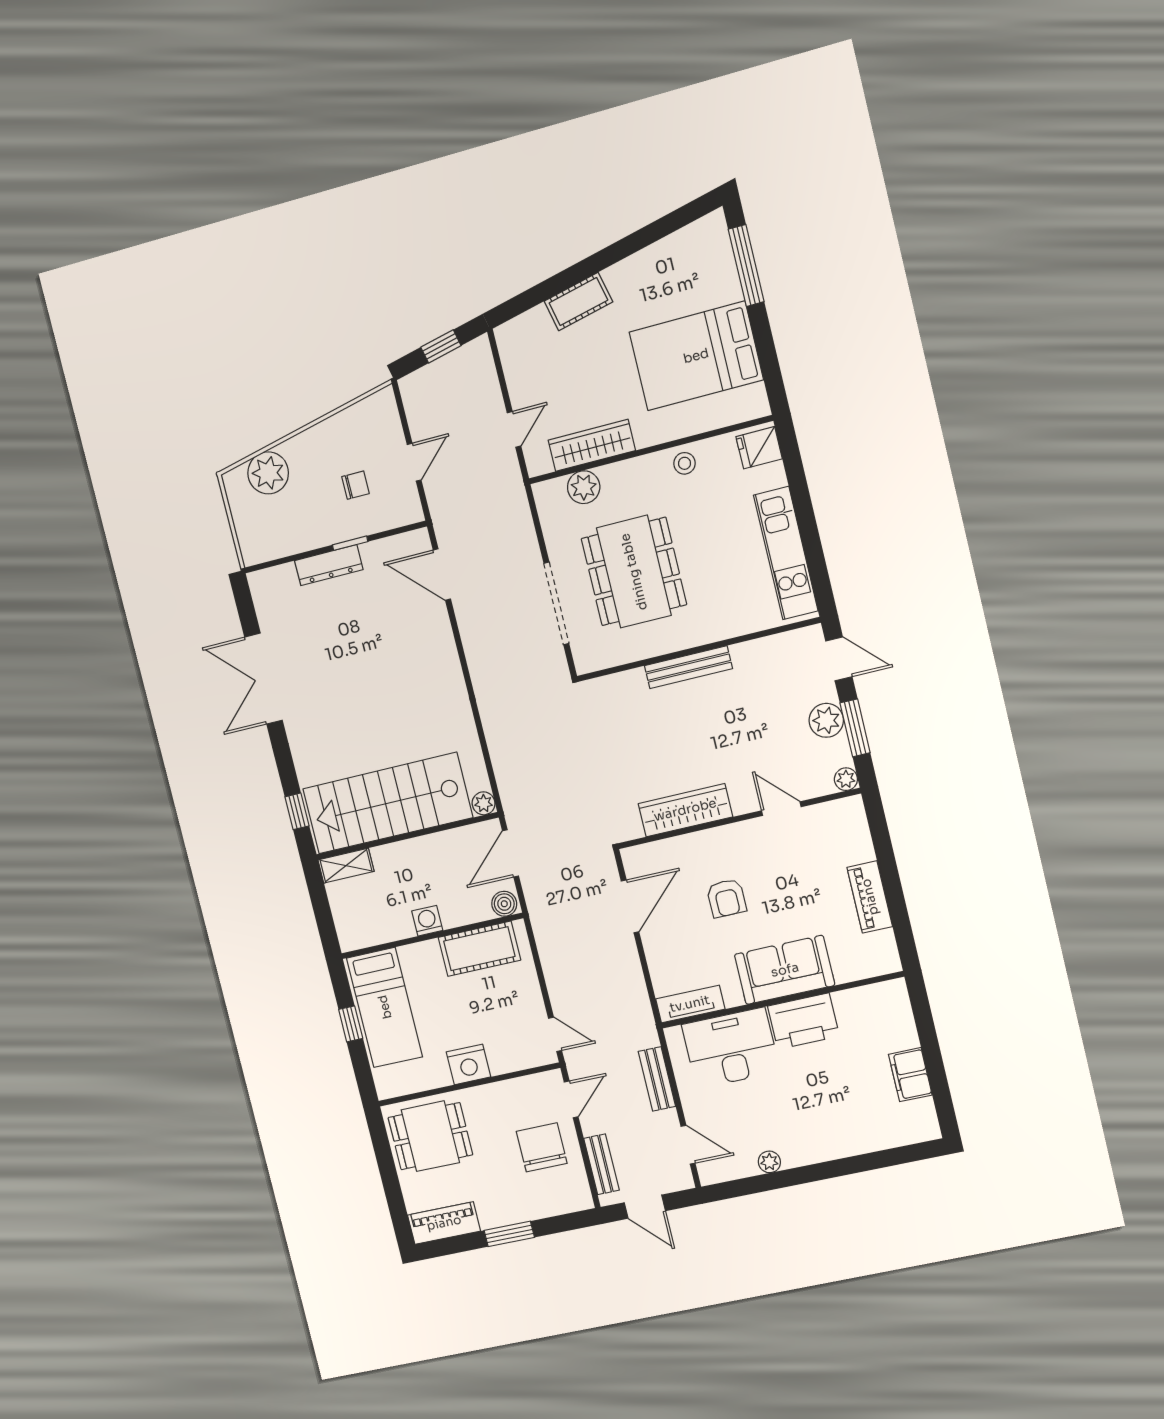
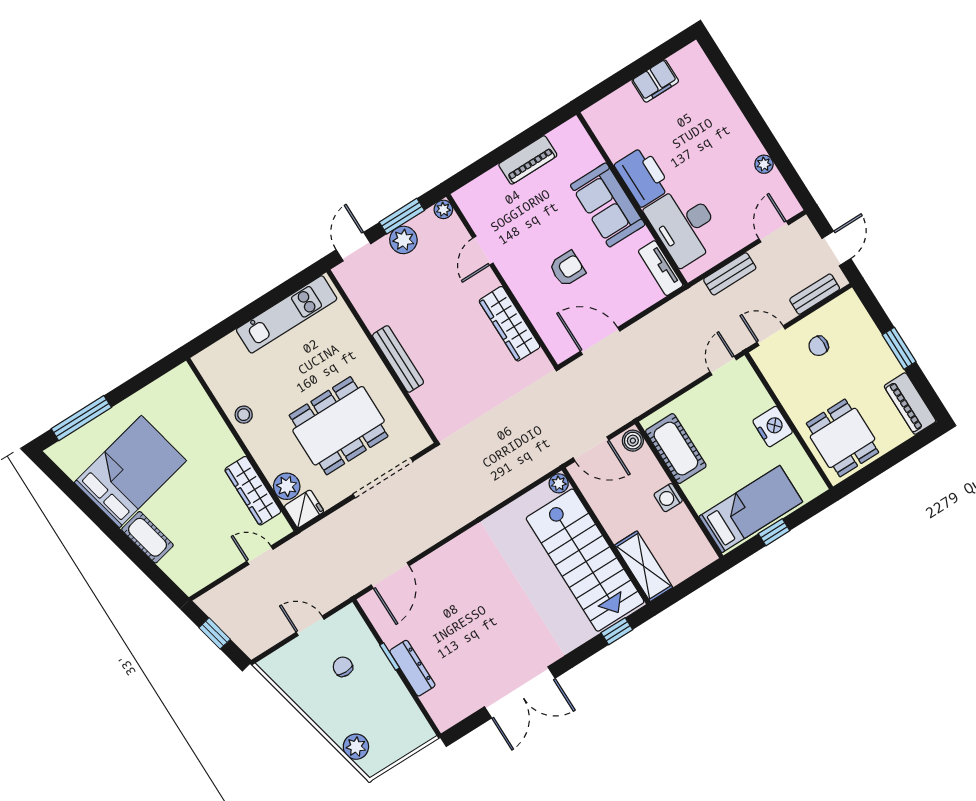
bed: (696, 356) -> (130, 472), moved, turned -103
fridge: (759, 448) -> (304, 509), moved, turned -90
plant: (268, 473) -> (356, 747), width x0.73, depth x0.73
shelving: (346, 866) -> (644, 566), width x1.50, depth x1.33
chair: (542, 1147) -> (819, 346), width x0.54, depth x0.54

